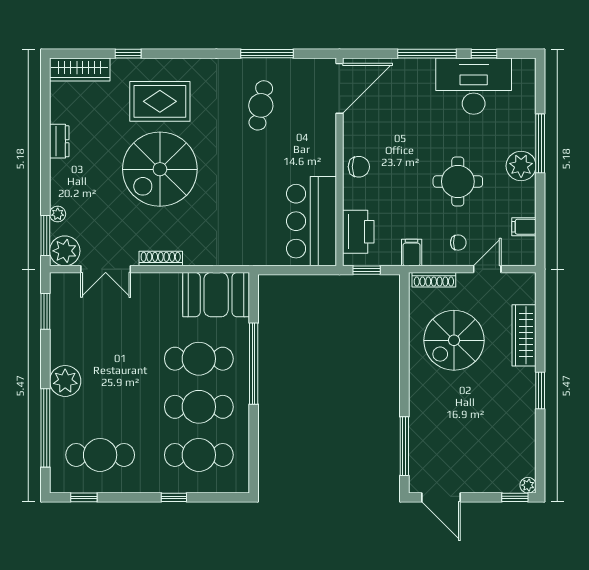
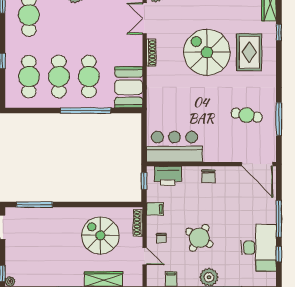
round table: (458, 182) -> (199, 238), turned 32

